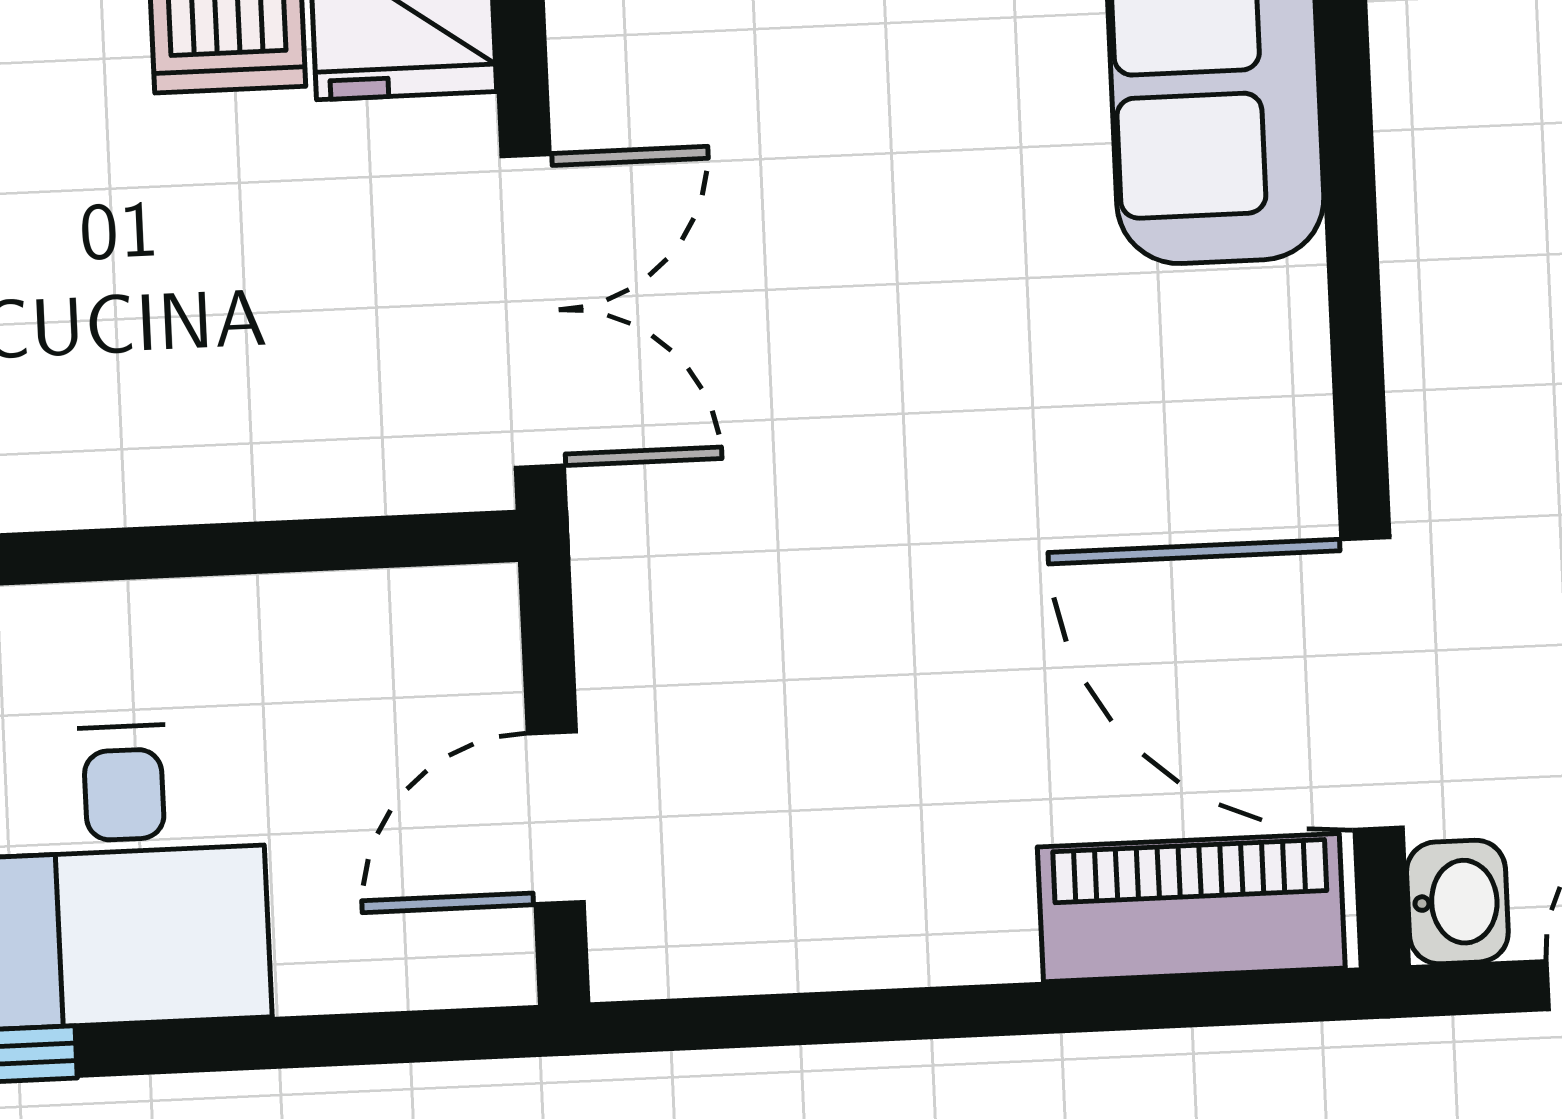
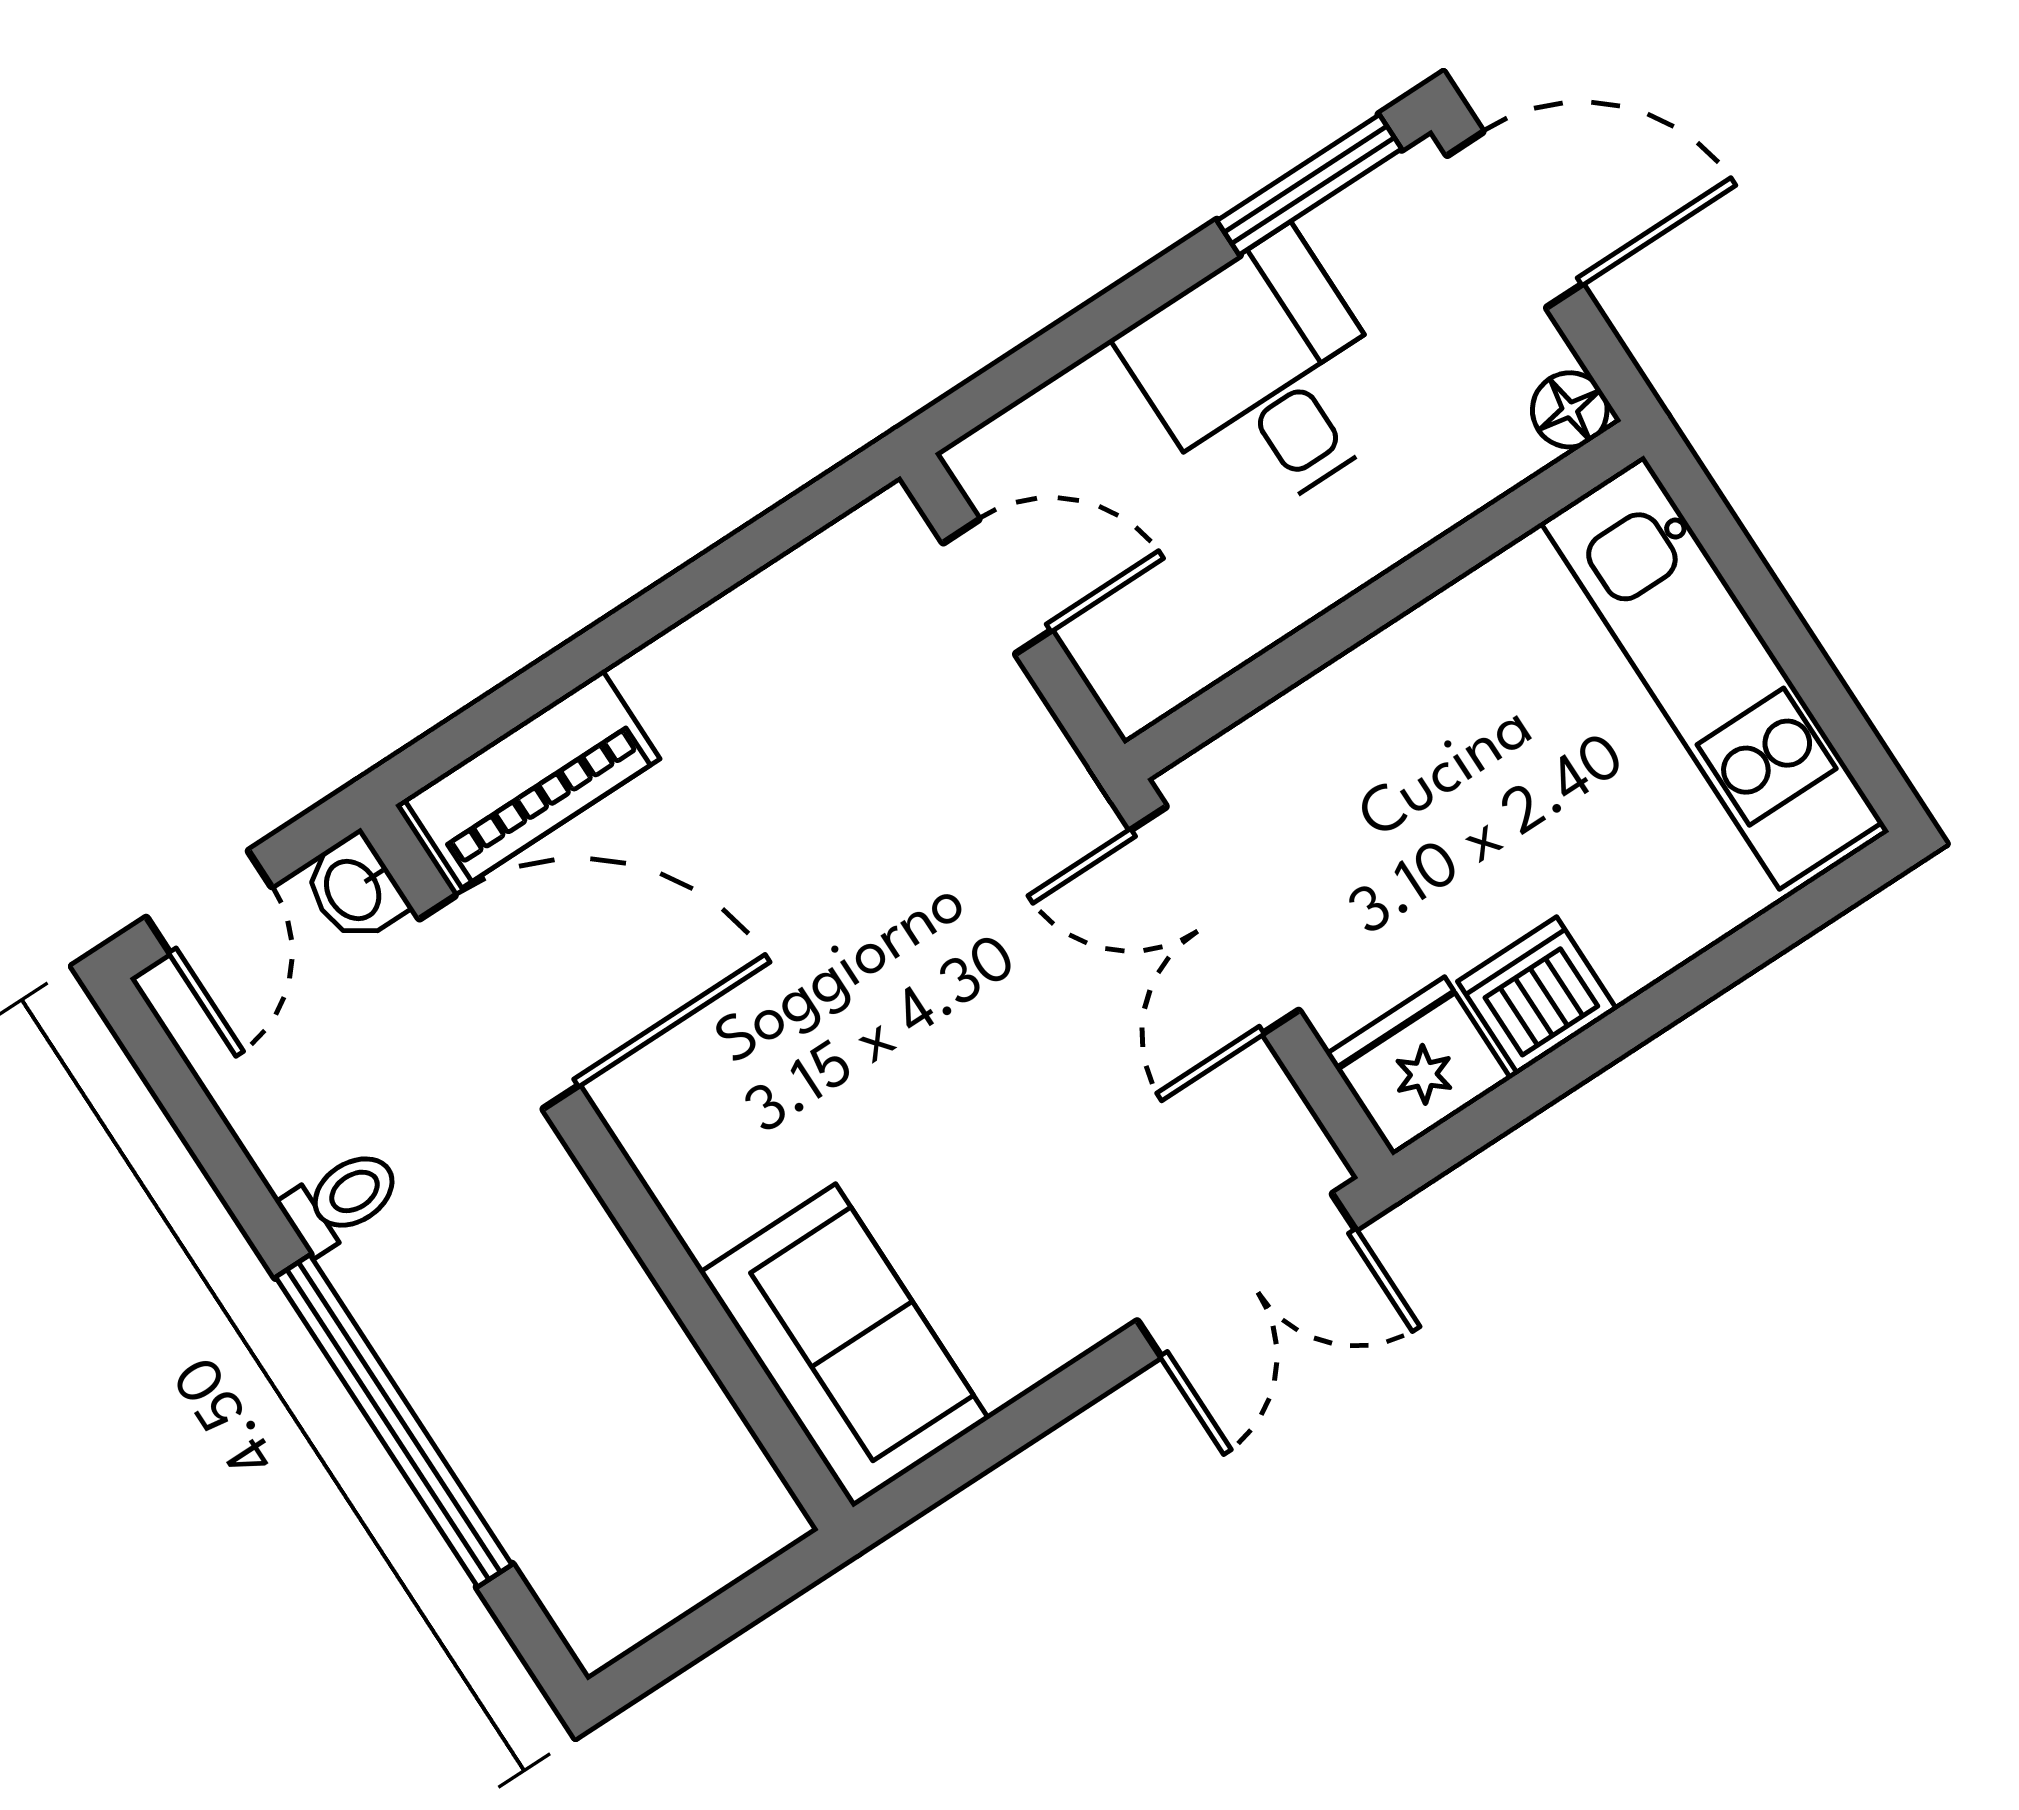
door: (556, 818) -> (997, 587), hinge flipped

